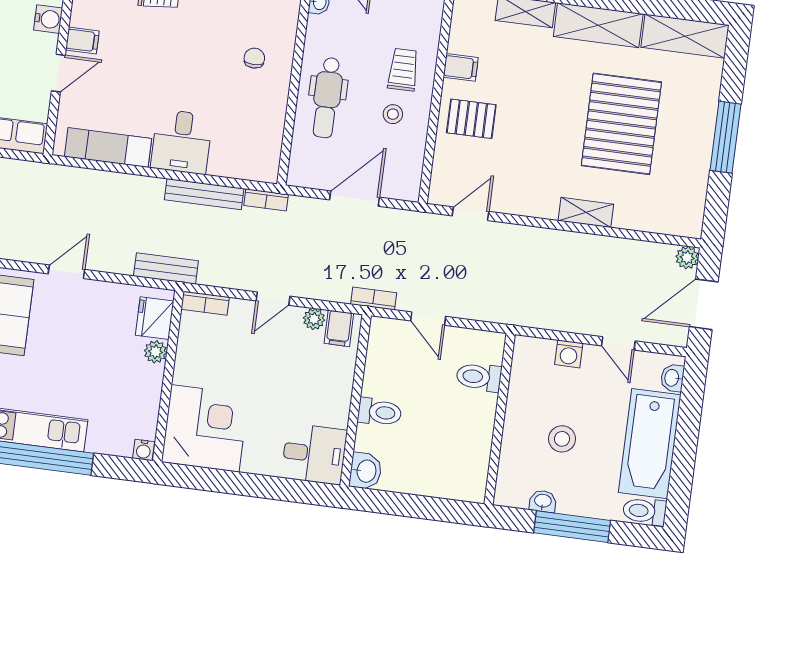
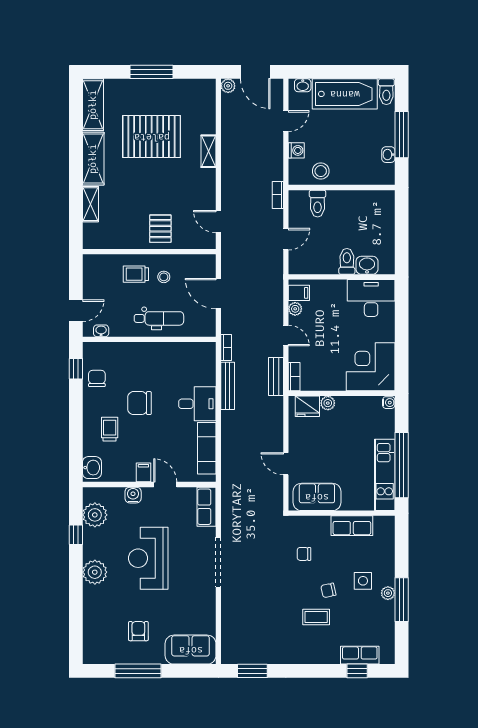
chair: (254, 58) -> (140, 403), moved, width x1.87, depth x1.87
filing cabinet: (461, 67) -> (130, 239), removed
bench: (166, 268) -> (276, 376), moved
bookcase: (374, 299) -> (278, 195), moved
stool: (562, 439) -> (321, 171), moved
desk: (314, 454) -> (371, 298), width x1.37
washbasin: (366, 471) -> (367, 265), moved

